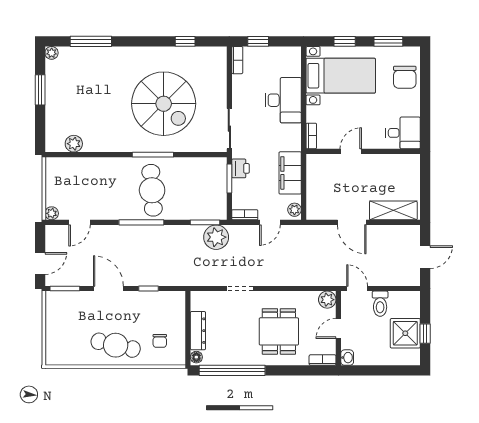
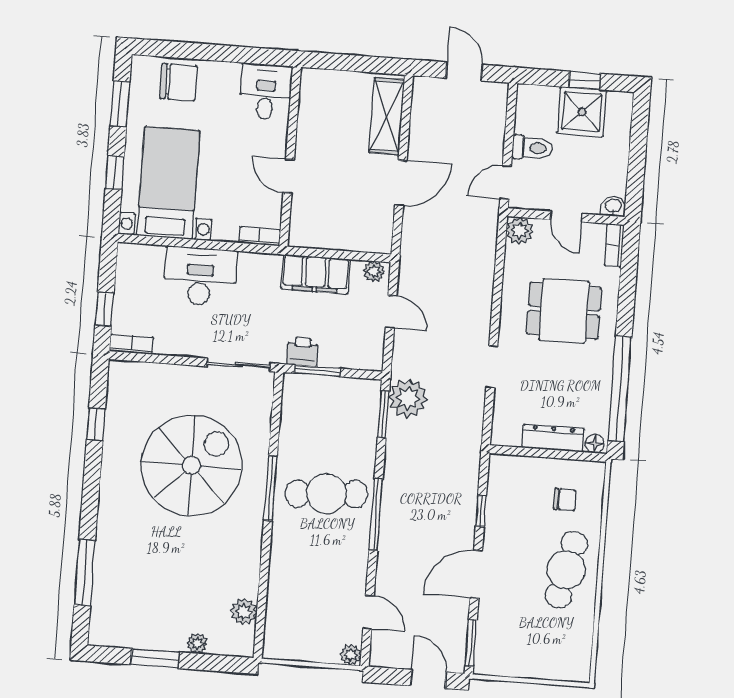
plant: (52, 53) -> (197, 643), moved
bookcase: (245, 215) -> (376, 351), removed

